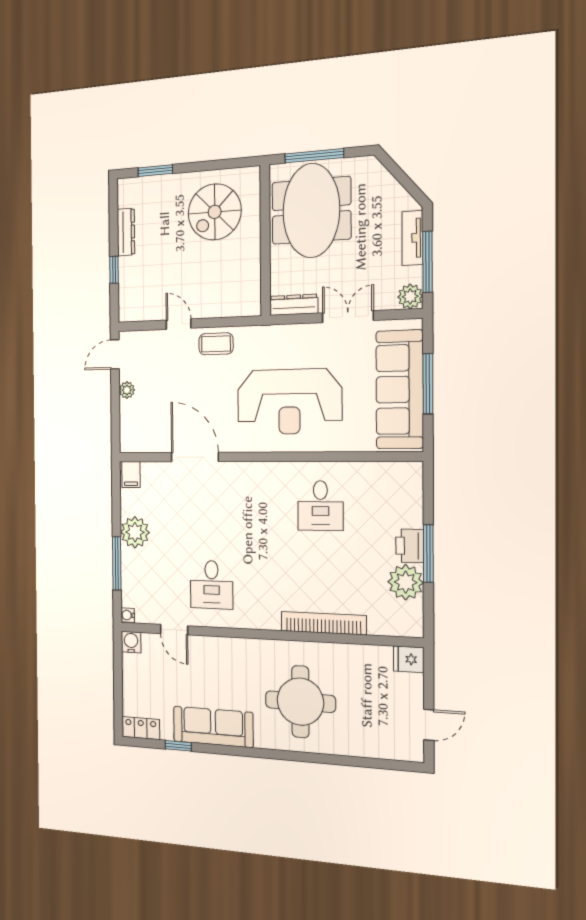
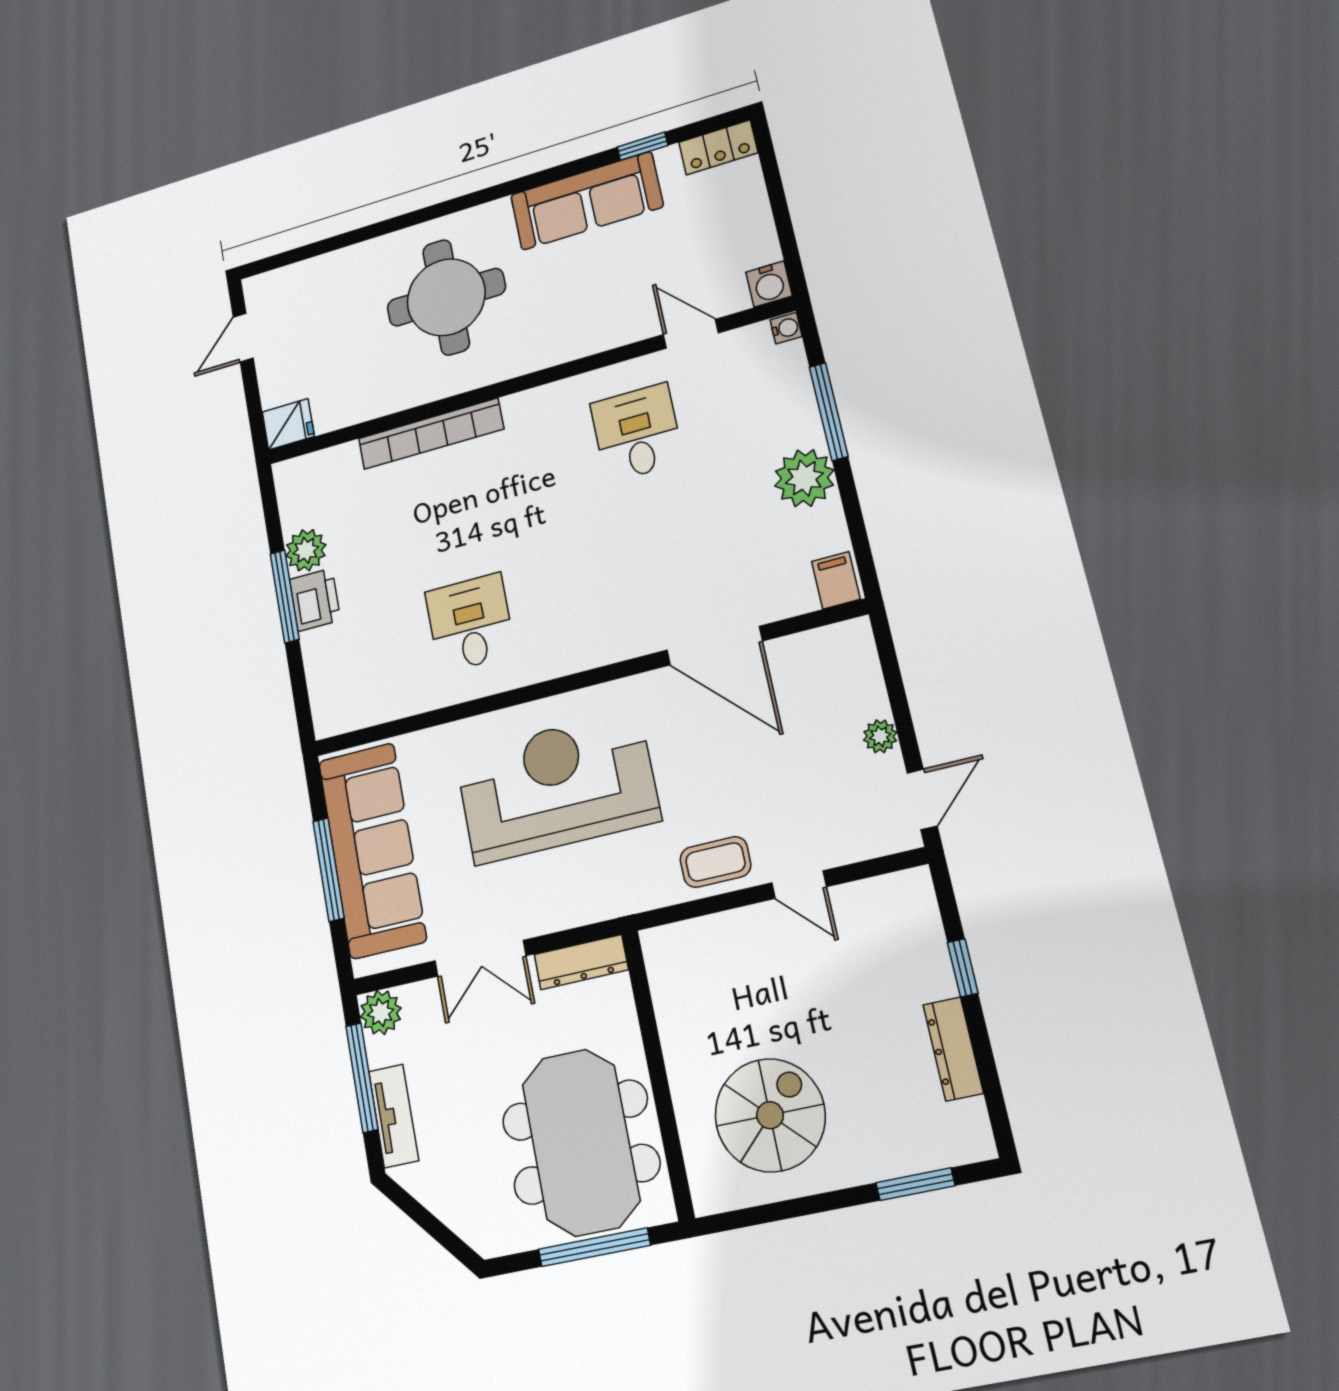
plant: (406, 582) -> (306, 550), width x0.73, depth x0.73

